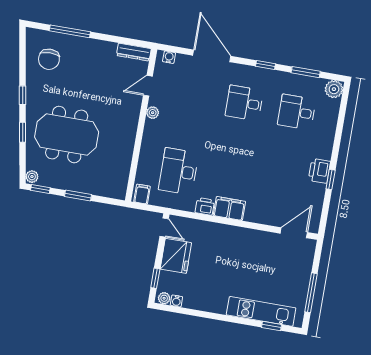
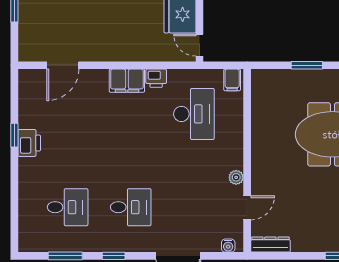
plant: (334, 89) -> (29, 242), removed
door: (294, 233) -> (63, 65), moved

